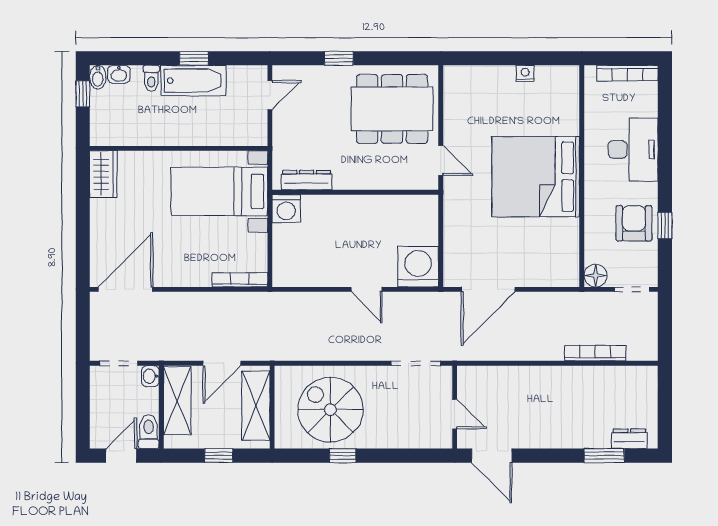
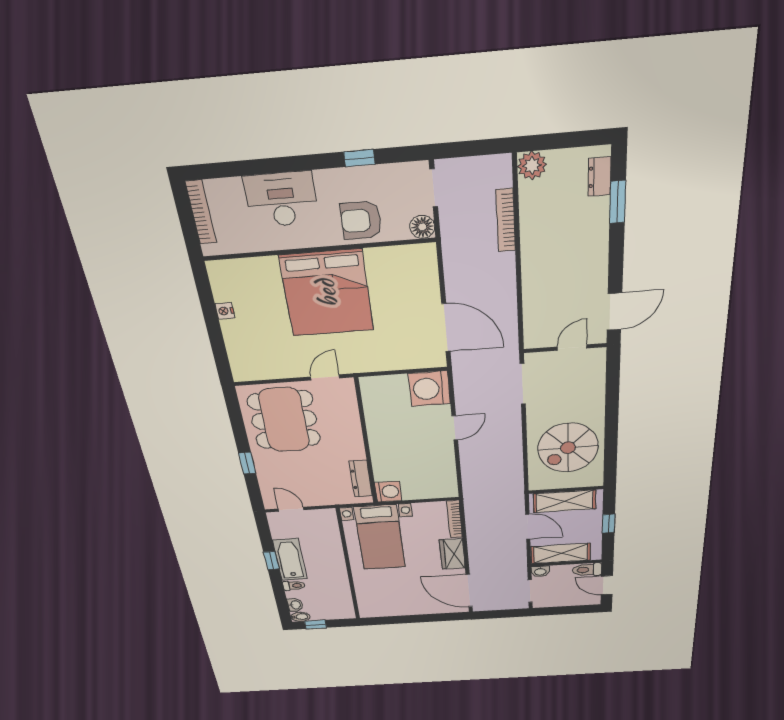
wardrobe: (103, 174) -> (452, 554), moved, turned -90
armchair: (634, 223) -> (361, 220), moved
plant: (645, 379) -> (532, 165), added
window: (343, 456) -> (611, 435), removed

